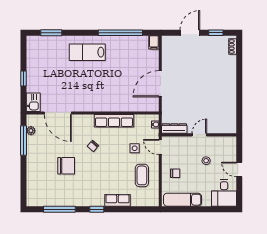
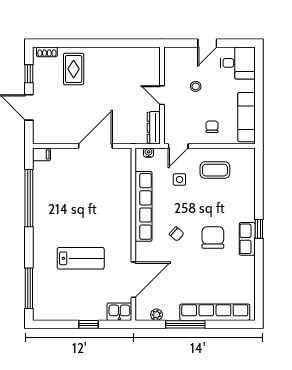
window: (51, 33) -> (29, 288), width x1.44
lab bench: (87, 52) -> (81, 258), moved, turned -90
rug: (219, 67) -> (74, 69), added
door: (160, 84) -> (95, 146), swing flipped
row of seats: (114, 121) -> (144, 206), width x1.36
window: (24, 140) -> (185, 324), moved
chair: (66, 166) -> (213, 237), moved
row of seats: (33, 175) -> (215, 312), added
row of seats: (117, 200) -> (247, 239), moved
window: (59, 209) -> (259, 278), removed

